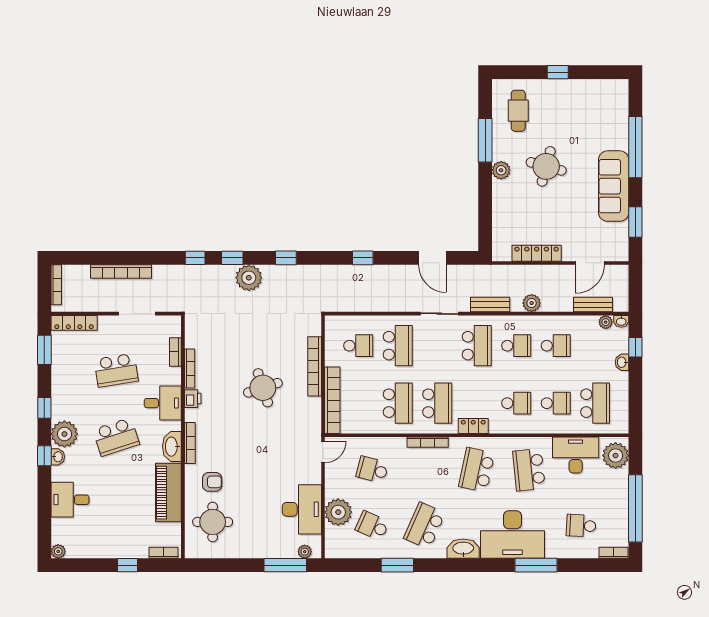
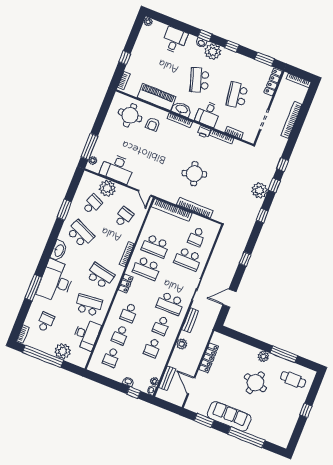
school desk: (595, 403) -> (111, 357), width x0.54
plant: (616, 456) -> (63, 351), moved

